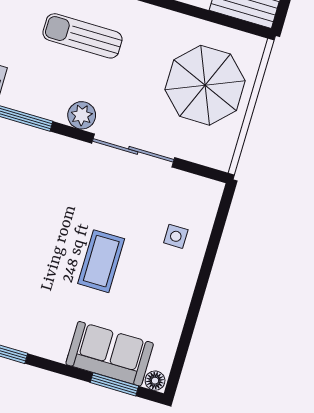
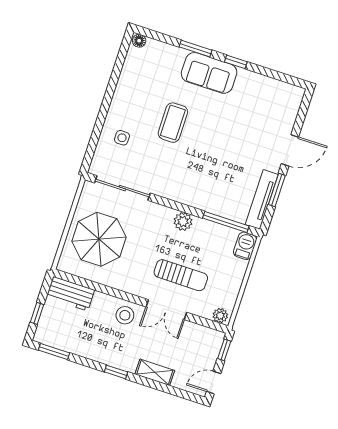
sliding door: (133, 150) -> (122, 188), moved
sofa: (110, 354) -> (209, 73), moved
window: (114, 384) -> (195, 49), moved

